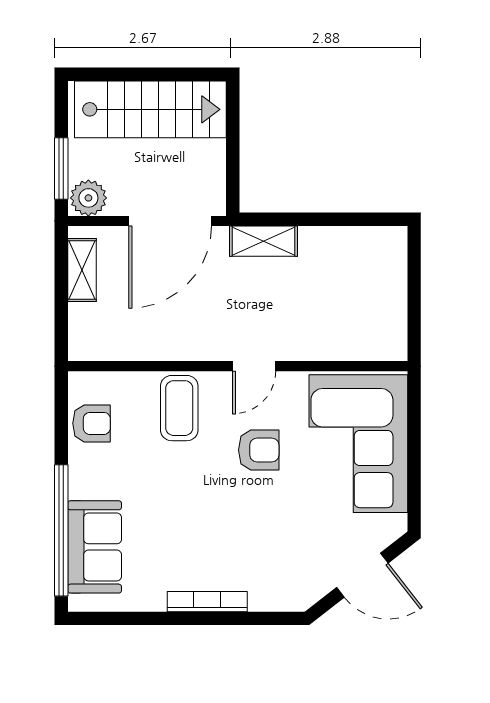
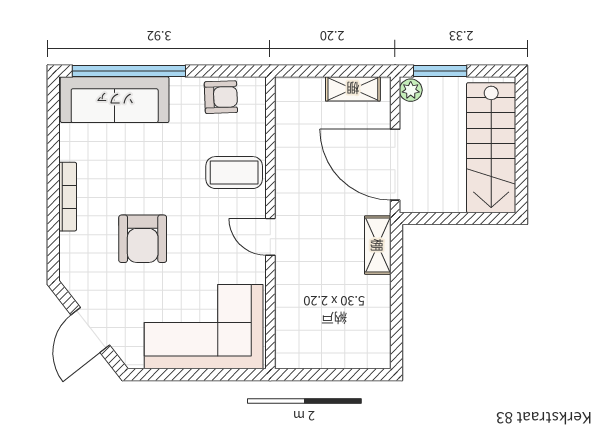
plant: (88, 198) -> (411, 90), width x0.73, depth x0.73
armchair: (92, 423) -> (221, 97), turned -92
armchair: (259, 450) -> (143, 239), moved, width x1.38, depth x1.38
sofa: (95, 547) -> (115, 100), width x1.36

